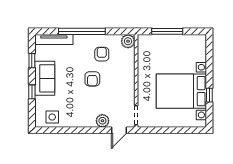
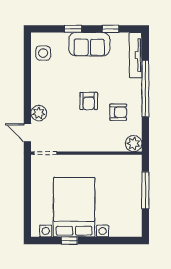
armchair: (92, 79) -> (89, 101), turned -90

